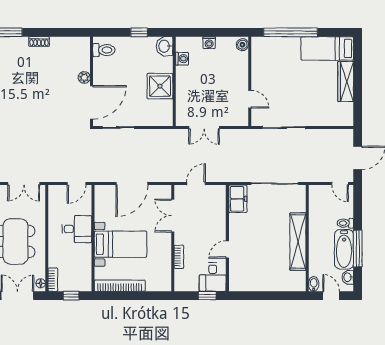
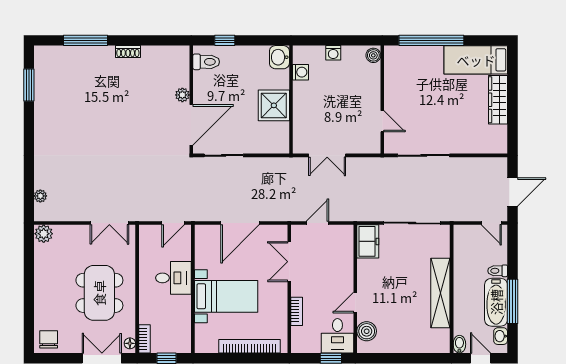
window: (139, 32) -> (225, 40), moved
boiler: (237, 273) -> (367, 331), added
bookcase: (120, 286) -> (249, 346), moved

